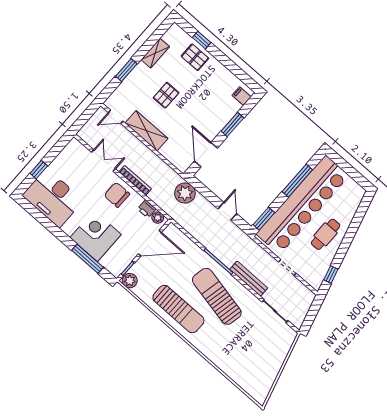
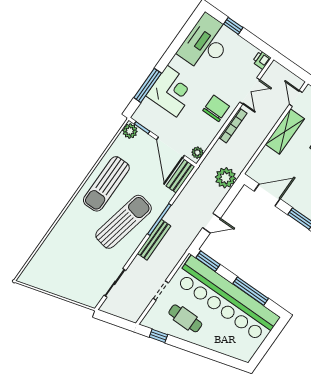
printer: (147, 209) -> (262, 60), moved
cafe table: (326, 234) -> (185, 318), moved
bench: (179, 237) -> (180, 176), added
bench: (249, 279) -> (154, 240), moved

